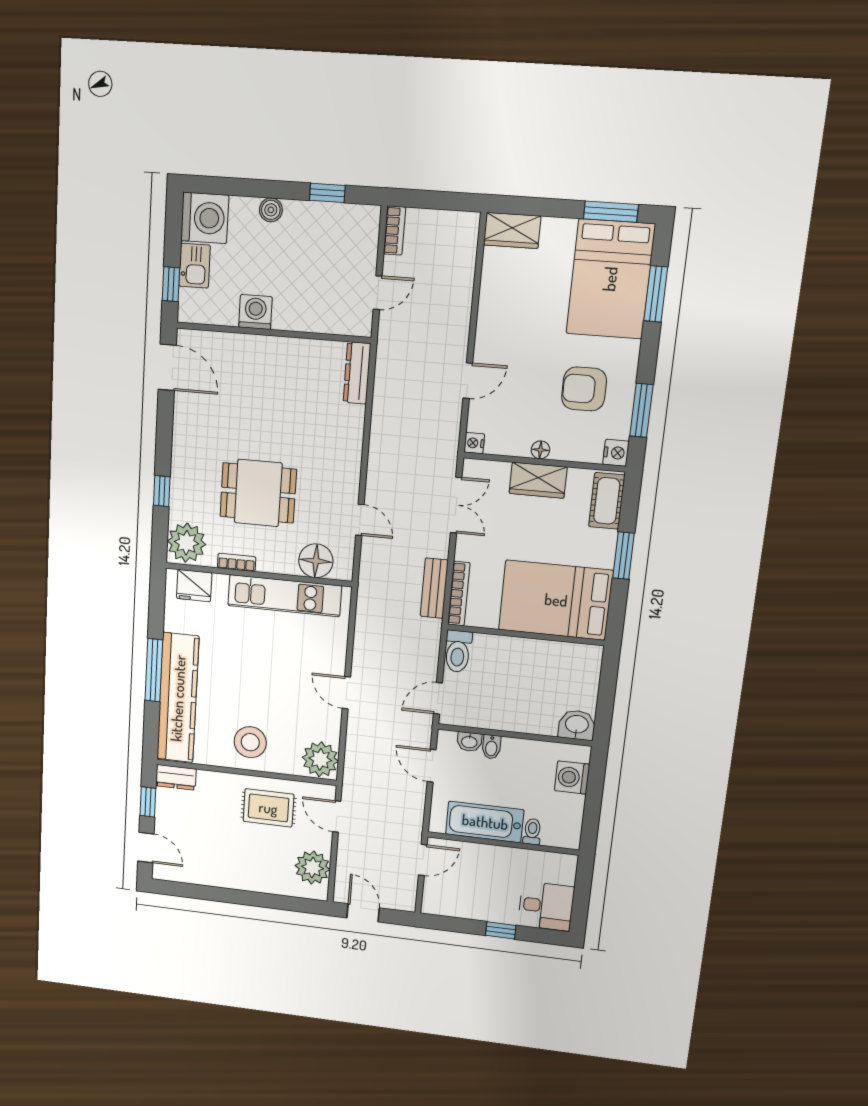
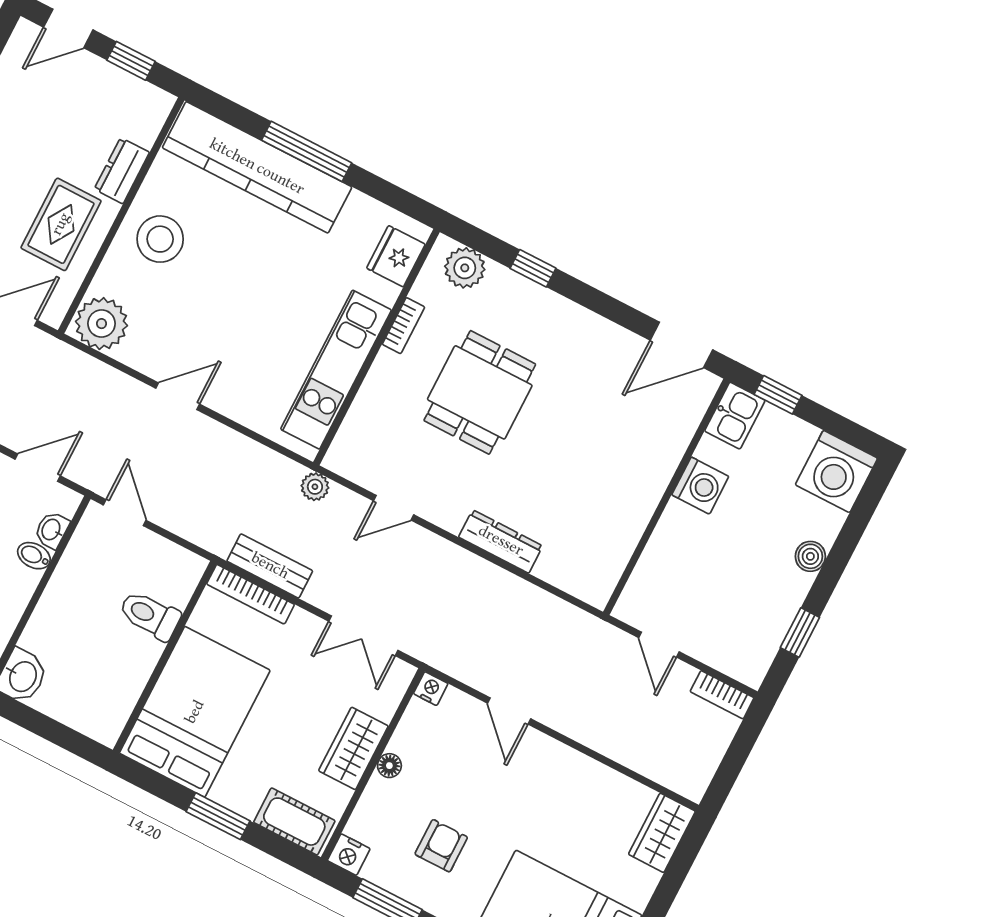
kitchen sink: (194, 266) -> (735, 416), moved, turned -90
dresser: (357, 373) -> (501, 541), moved
armchair: (584, 389) -> (441, 846), width x0.72, depth x0.72
plant: (186, 543) -> (465, 268), width x0.73, depth x0.73
floor lamp: (316, 561) -> (365, 430), removed
plant: (368, 579) -> (315, 487), added
toilet: (458, 651) -> (150, 615), moved
dresser: (176, 777) -> (122, 171), moved

